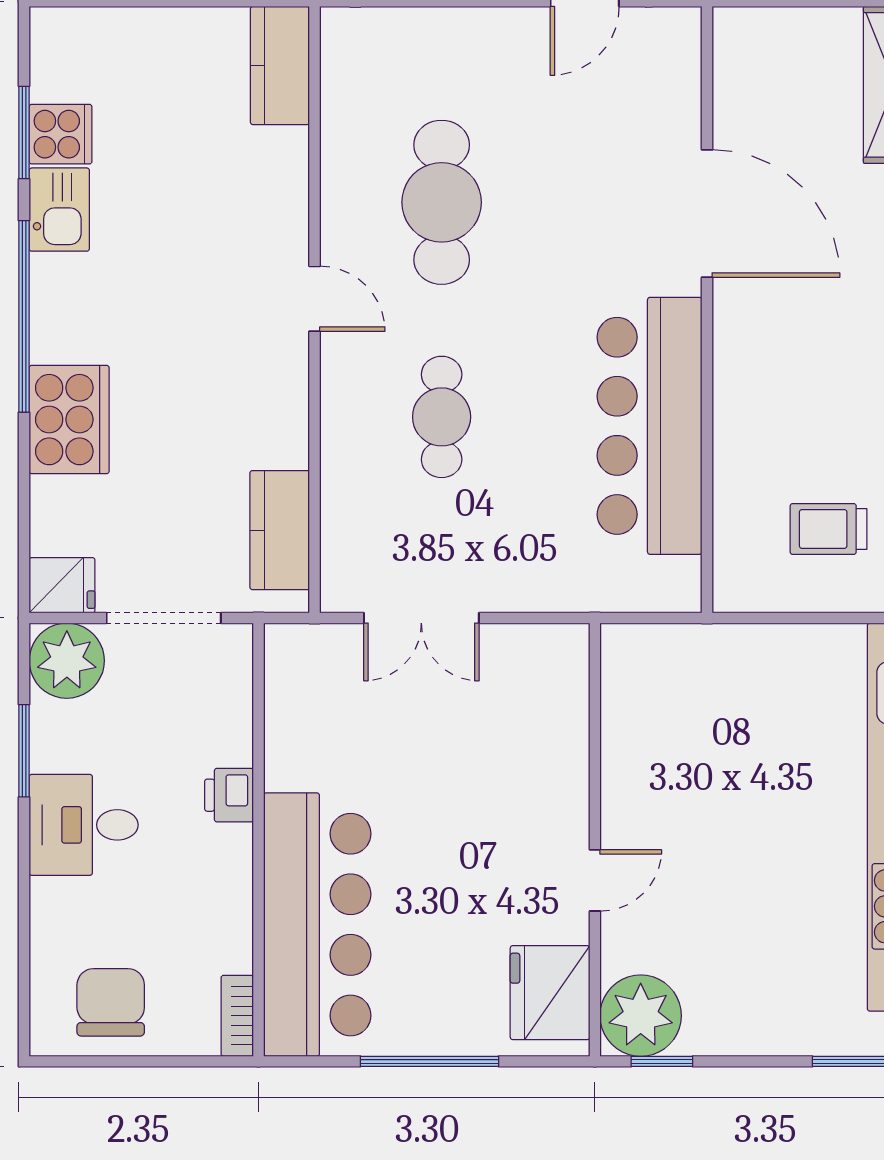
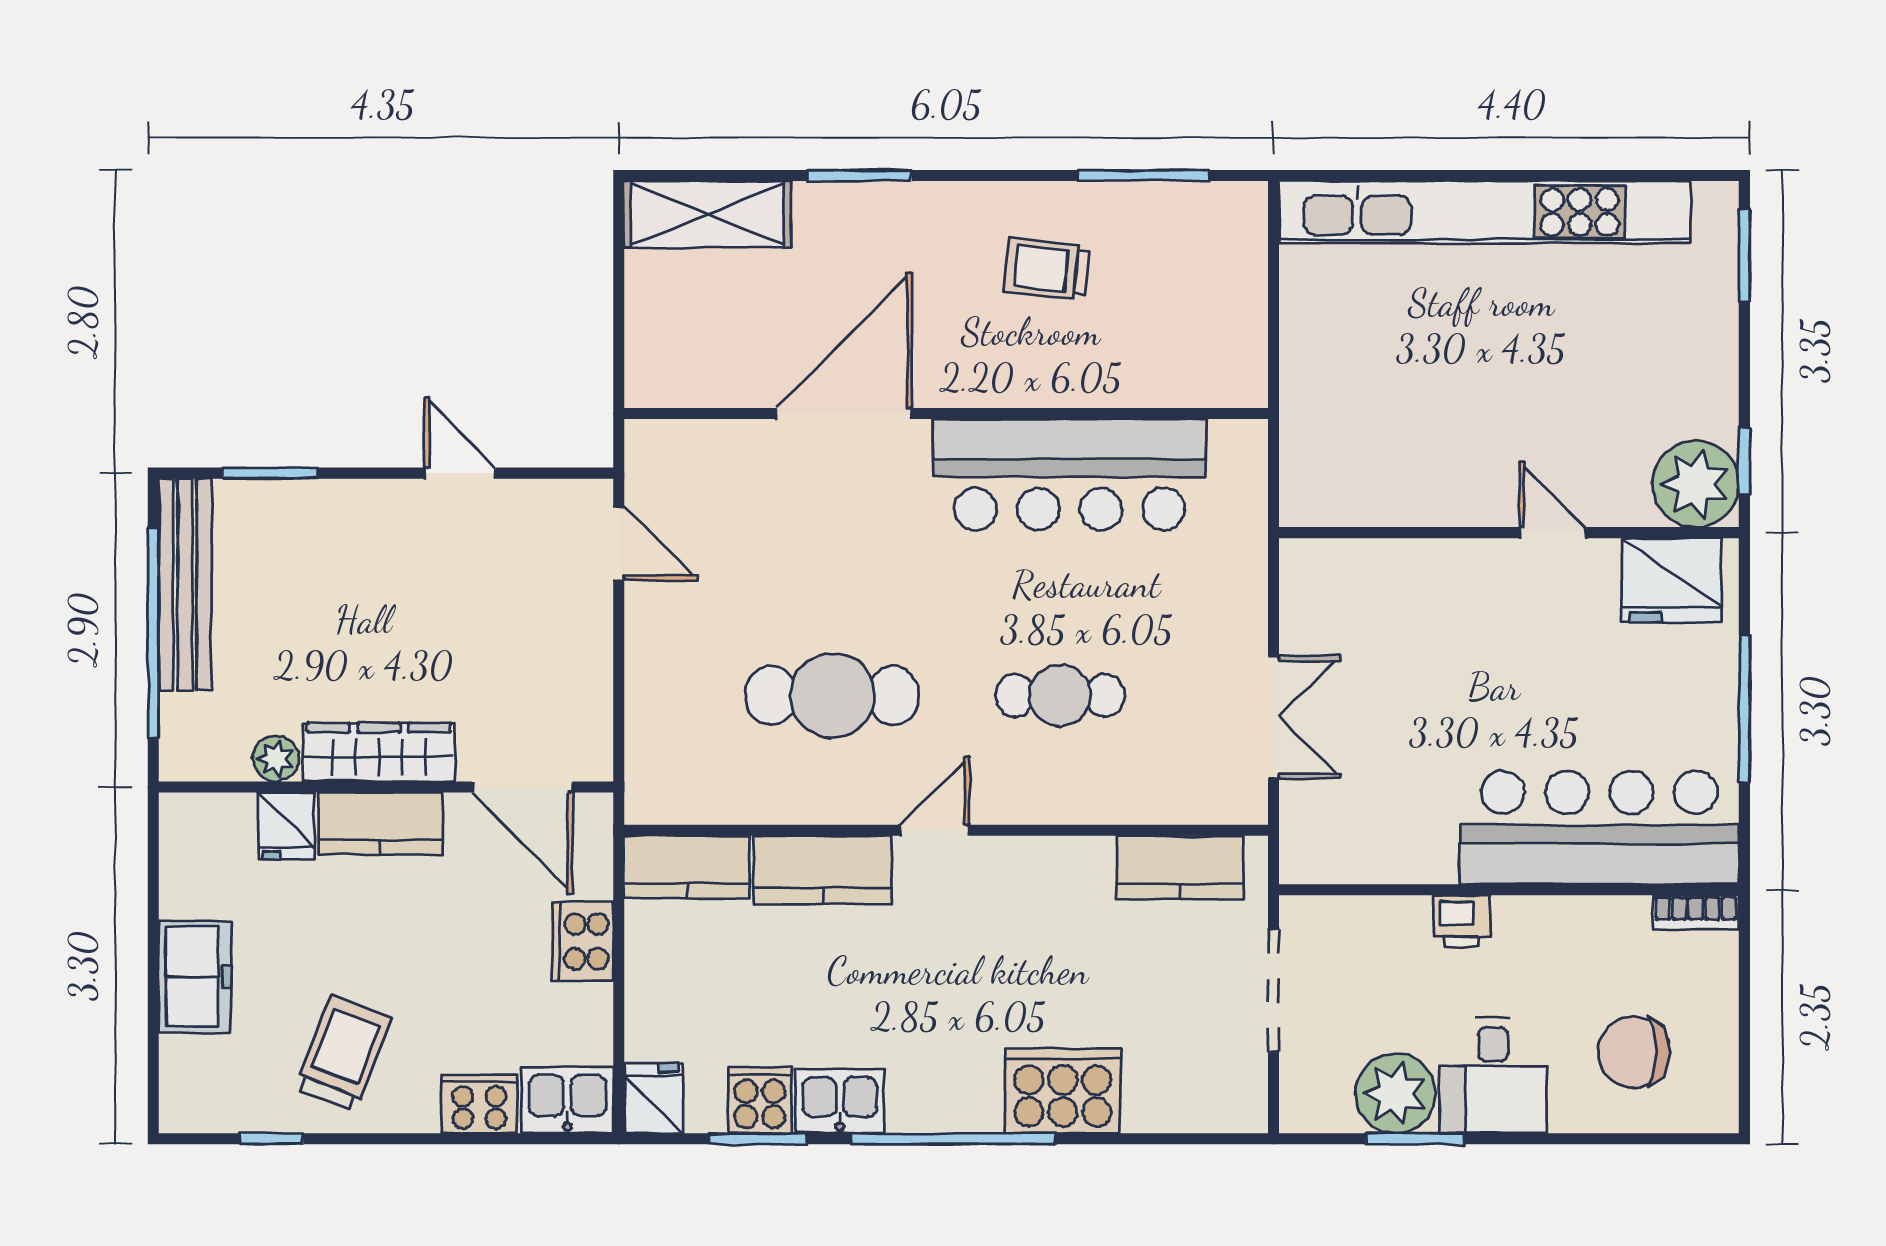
kitchen counter: (277, 193) -> (823, 870), added
trolley: (829, 529) -> (1047, 269), moved, turned 96
fridge: (62, 585) -> (653, 1098), moved
plant: (67, 661) -> (1395, 1093), moved
chair: (111, 1002) -> (1634, 1052), moved

